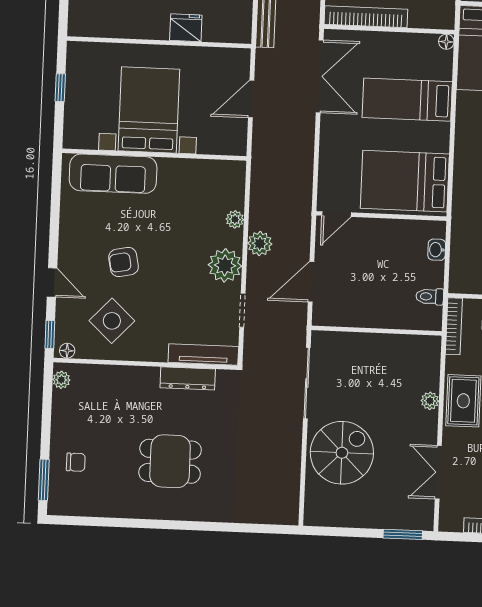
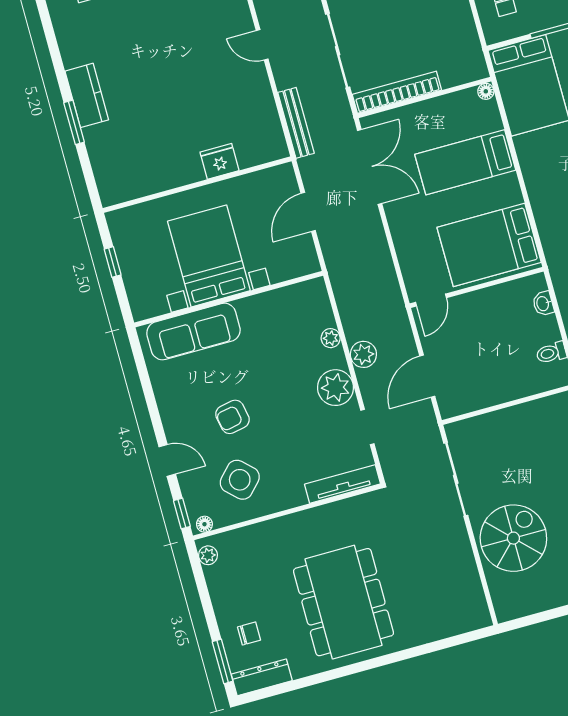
dresser: (188, 378) -> (262, 677), moved, turned 180
dining table: (170, 461) -> (343, 602), width x1.88, depth x1.24

